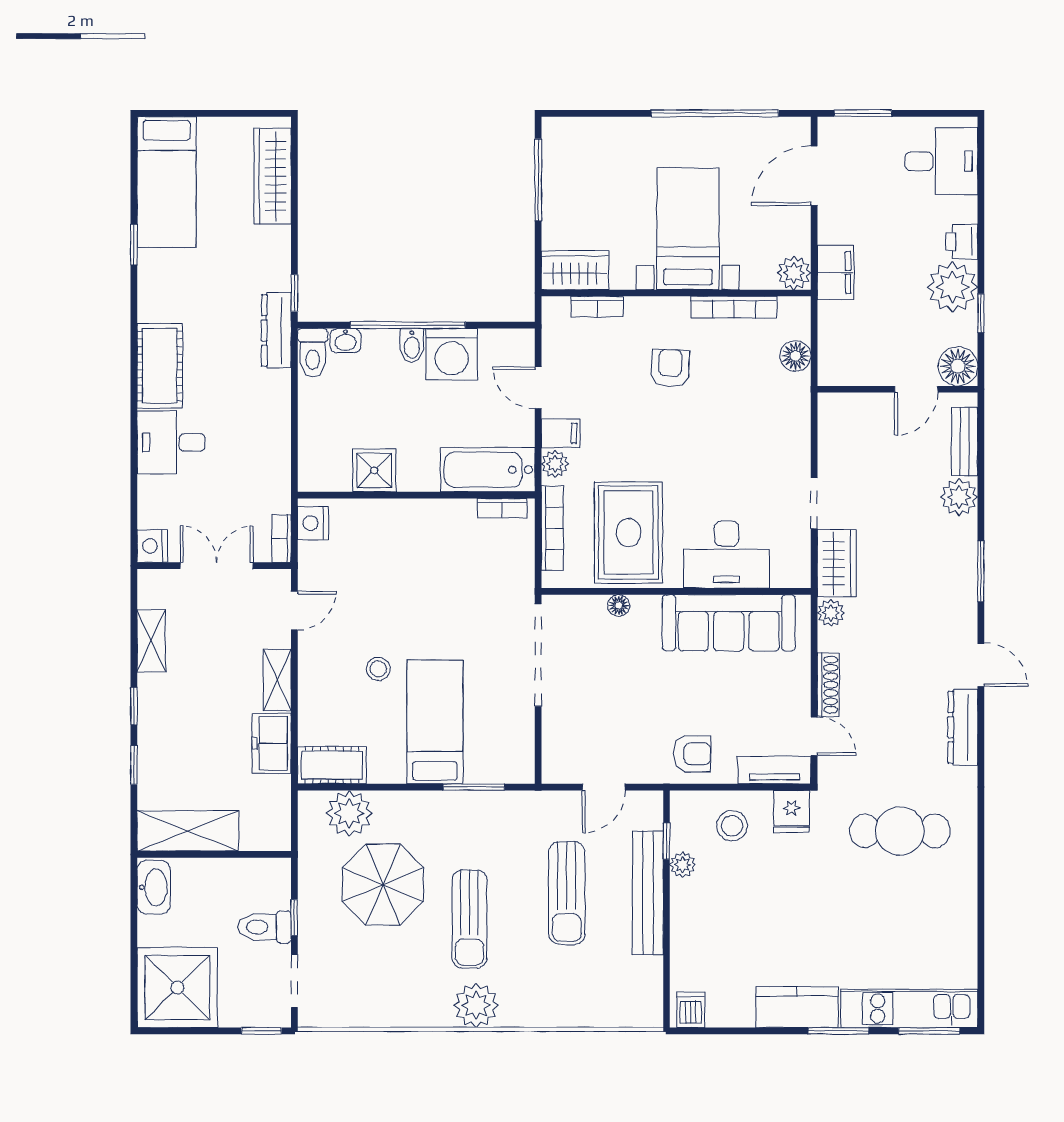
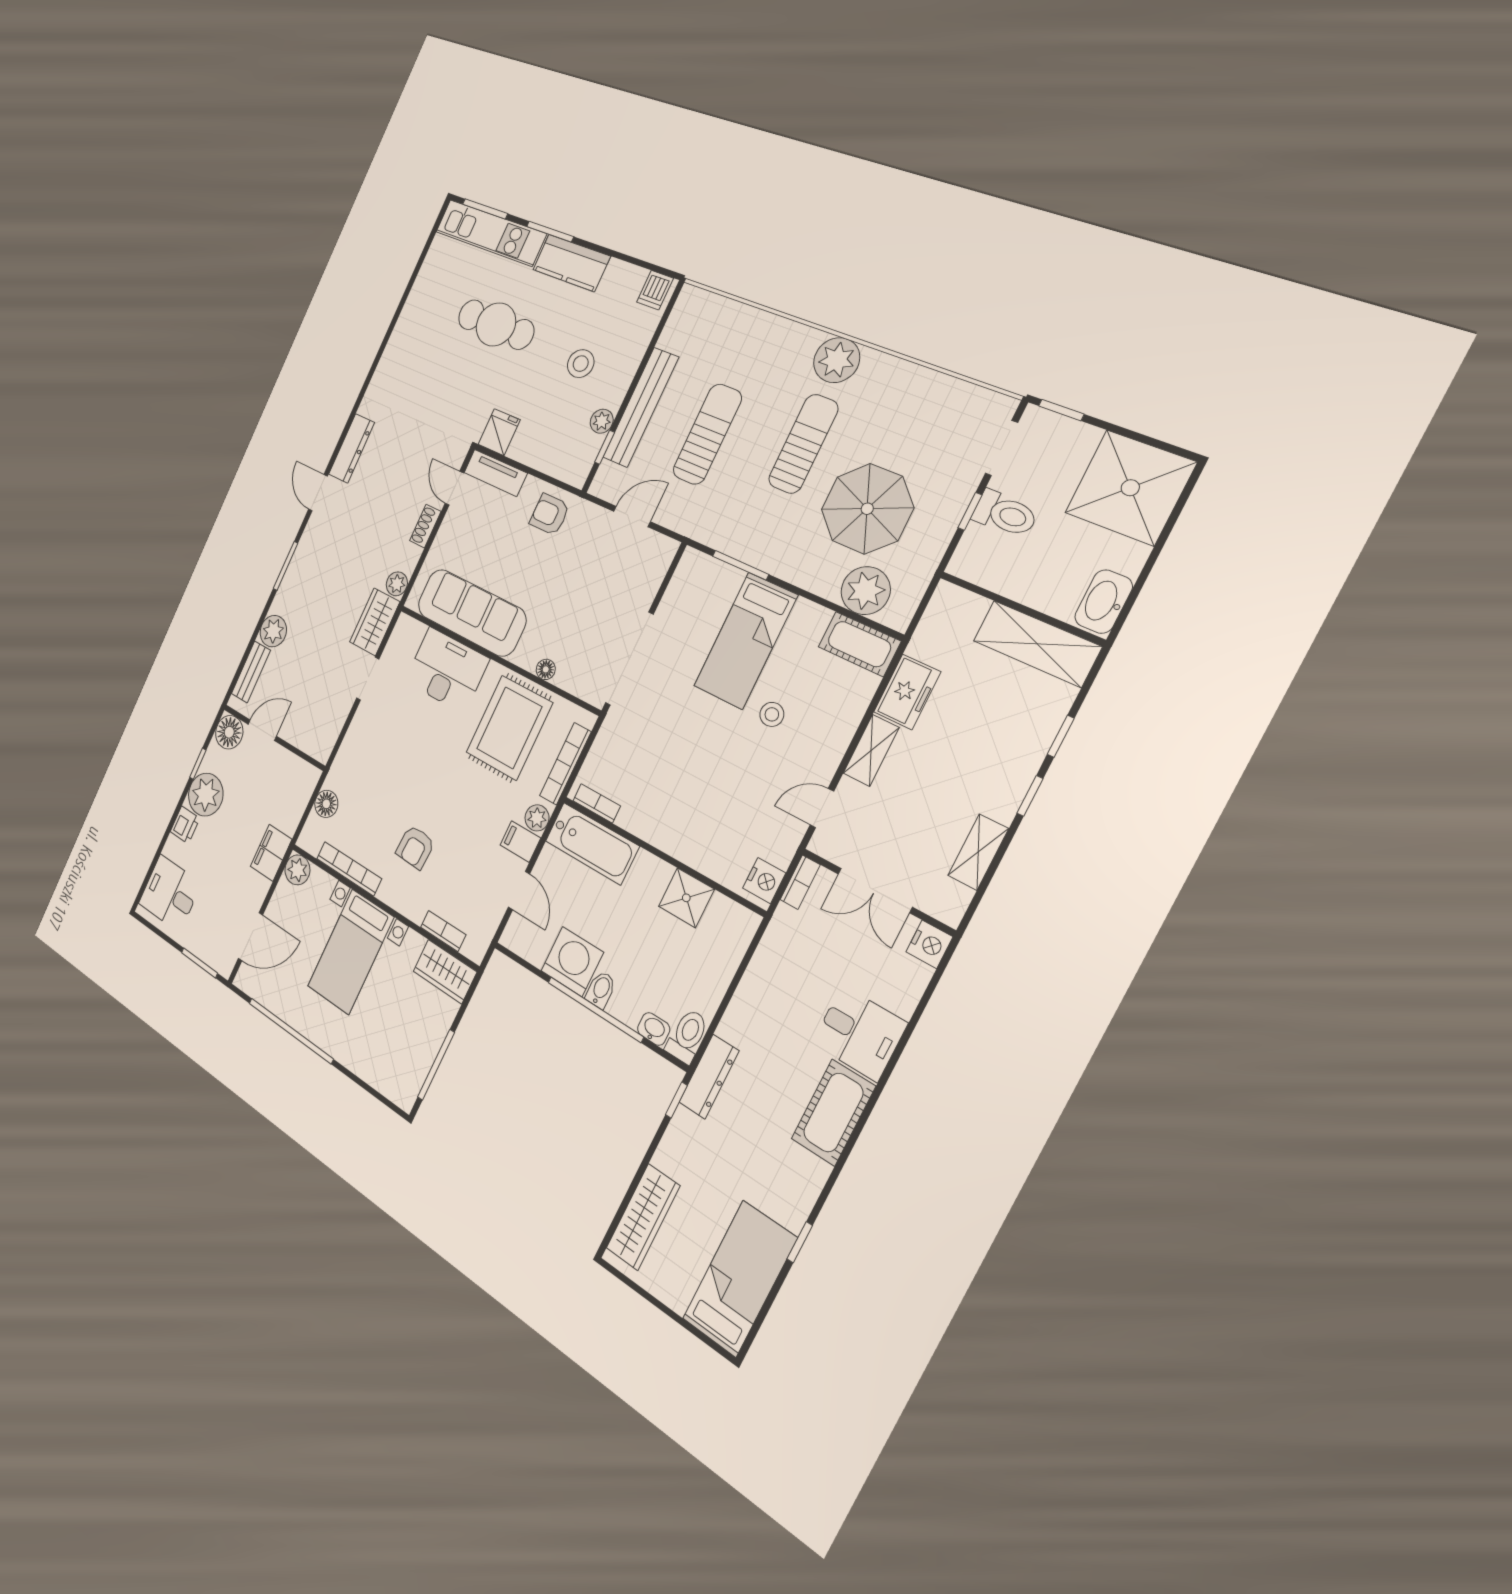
shoe rack: (828, 685) -> (425, 526), width x0.70
stool: (732, 826) -> (581, 364), moved
cafe table: (900, 831) -> (496, 324), moved

